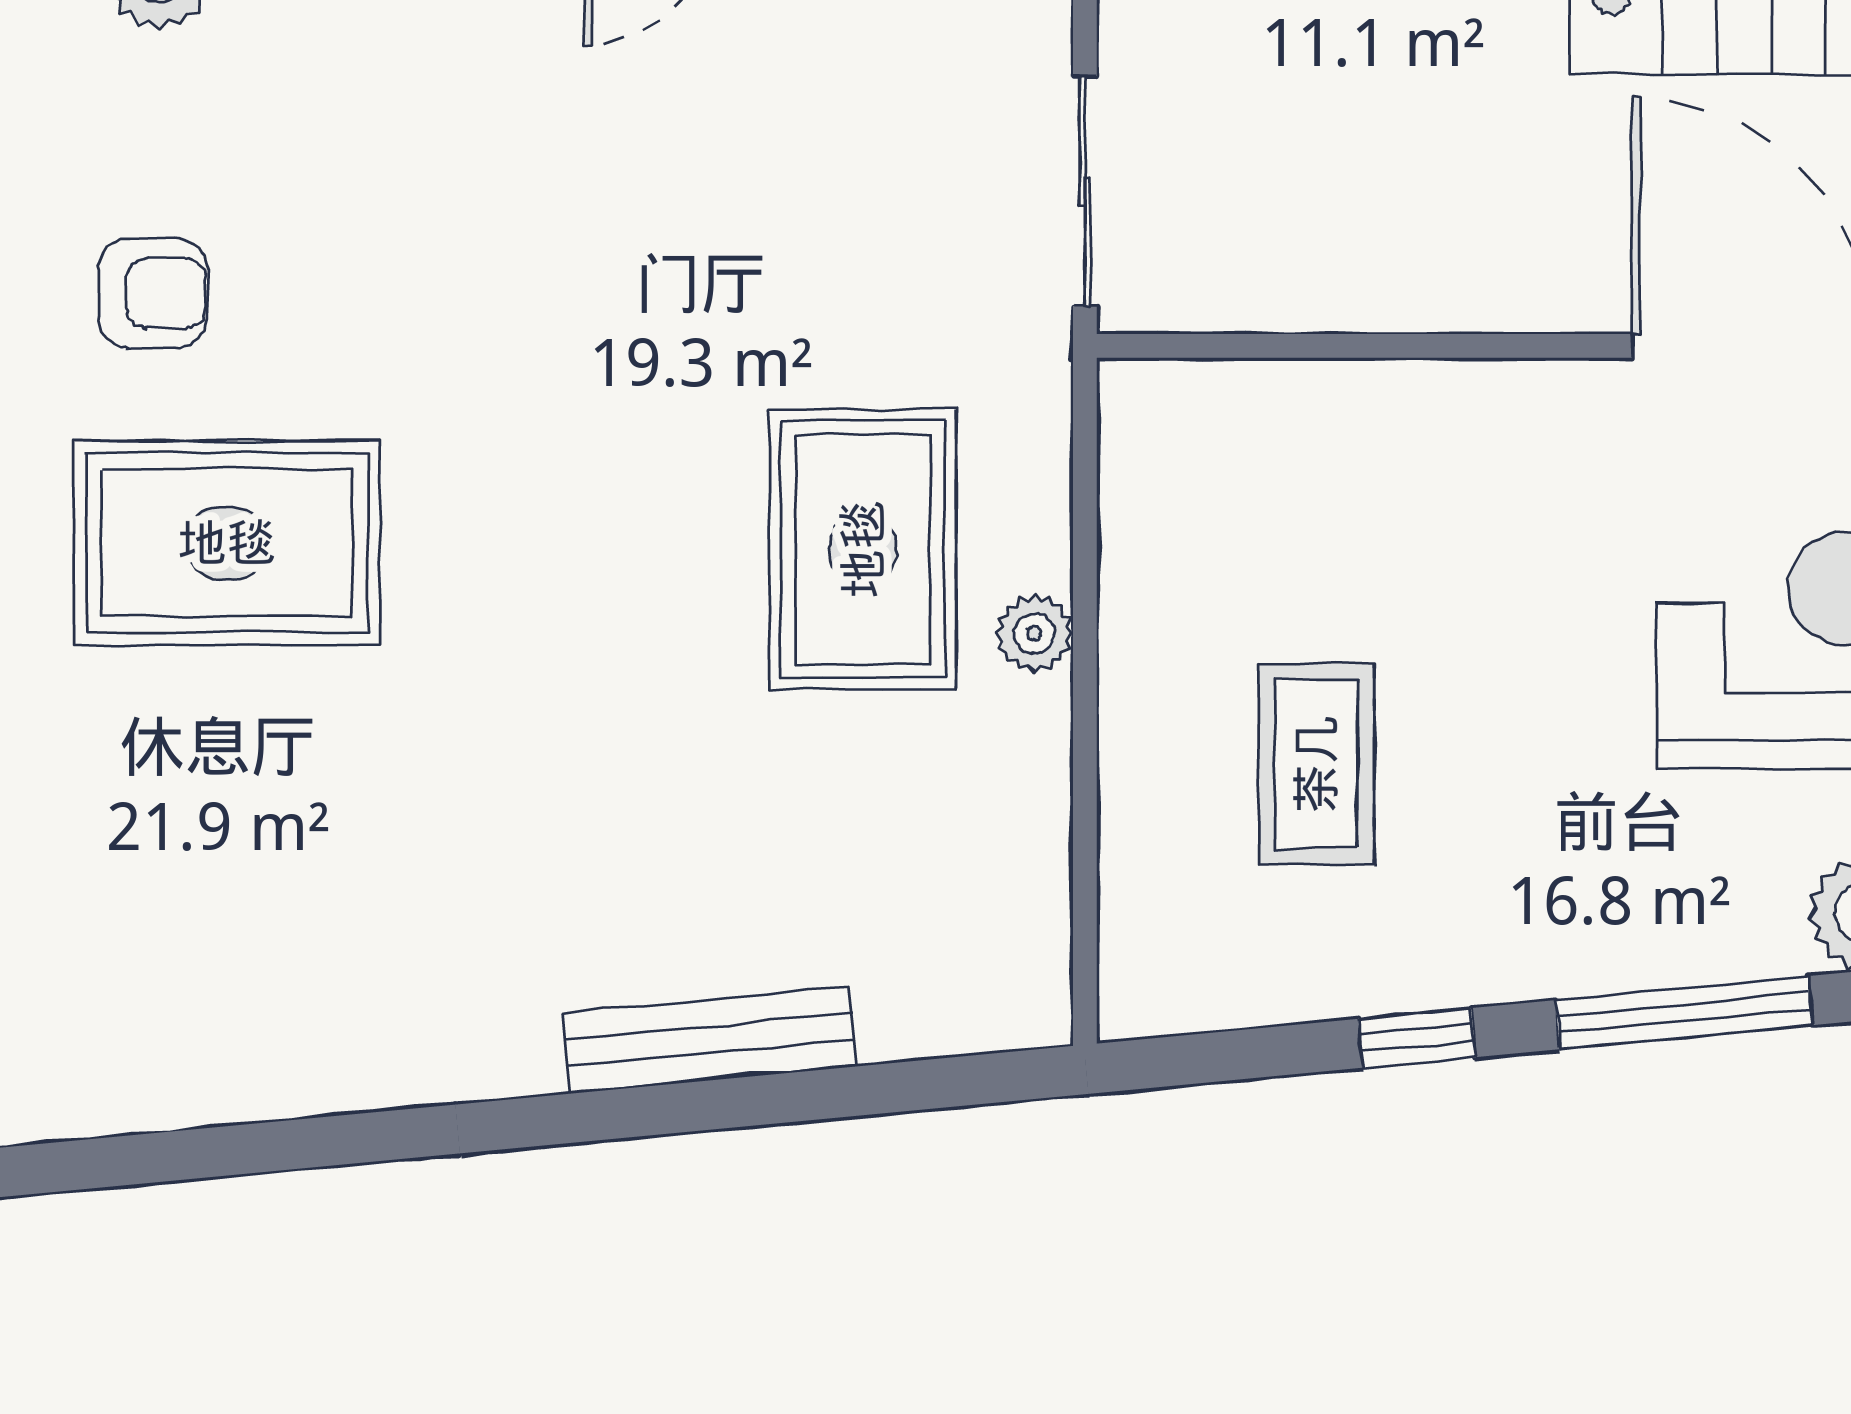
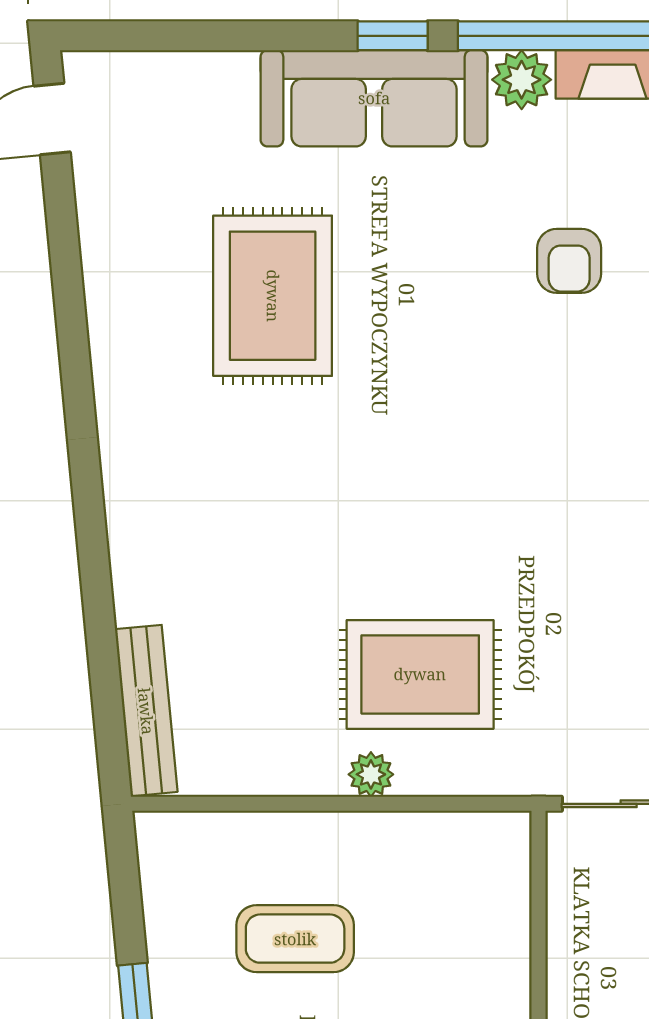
rug: (227, 543) -> (273, 296), moved
bench: (710, 1040) -> (146, 711), moved

